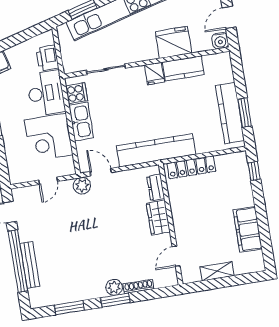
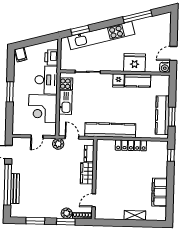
dresser: (156, 187) -> (89, 154), moved
wardrobe: (158, 218) -> (87, 173), moved
wall: (171, 224) -> (94, 179), moved
door: (176, 256) -> (94, 200), moved

